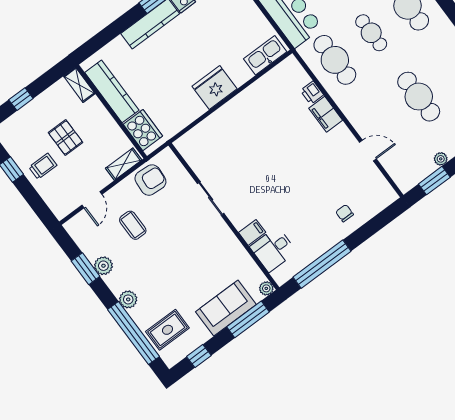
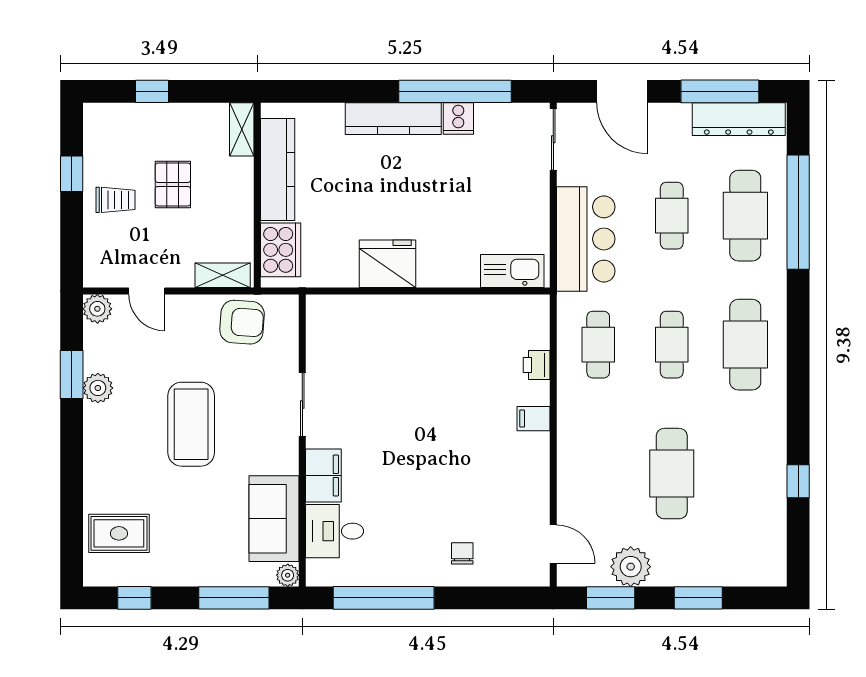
cafe table: (335, 60) -> (598, 345), width x0.73, depth x0.74
fridge: (214, 87) -> (387, 264), moved
filing cabinet: (326, 114) -> (534, 419), width x0.50
door: (368, 151) -> (553, 544), moved
plant: (441, 159) -> (631, 567), width x1.88, depth x1.88
door: (92, 200) -> (147, 291), hinge flipped
coffee table: (133, 225) -> (191, 424), moved, width x1.86, depth x1.72
filing cabinet: (252, 232) -> (323, 475), width x2.00
plant: (128, 299) -> (97, 309), moved
sofa: (226, 308) -> (274, 519), moved, turned -90
window: (133, 333) -> (72, 505), removed

